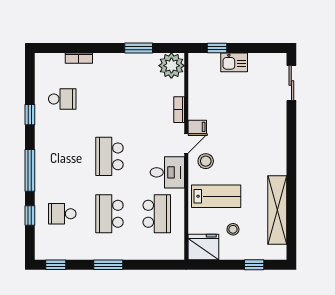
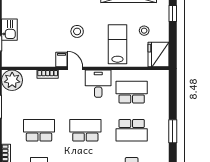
school desk: (109, 99) -> (39, 130), added
school desk: (109, 156) -> (85, 130), turned 180
stool: (206, 161) -> (77, 31), moved

